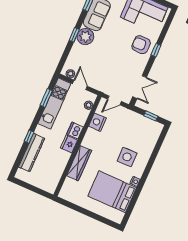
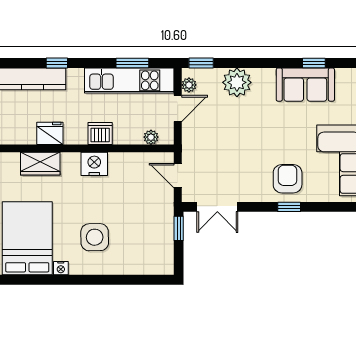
window: (74, 35) -> (201, 63), moved
plant: (85, 37) -> (237, 82), moved
window: (151, 116) -> (179, 228), moved
nightstand: (97, 122) -> (94, 164), moved
fridge: (69, 144) -> (50, 133), moved
wardrobe: (79, 163) -> (40, 164), width x0.67

